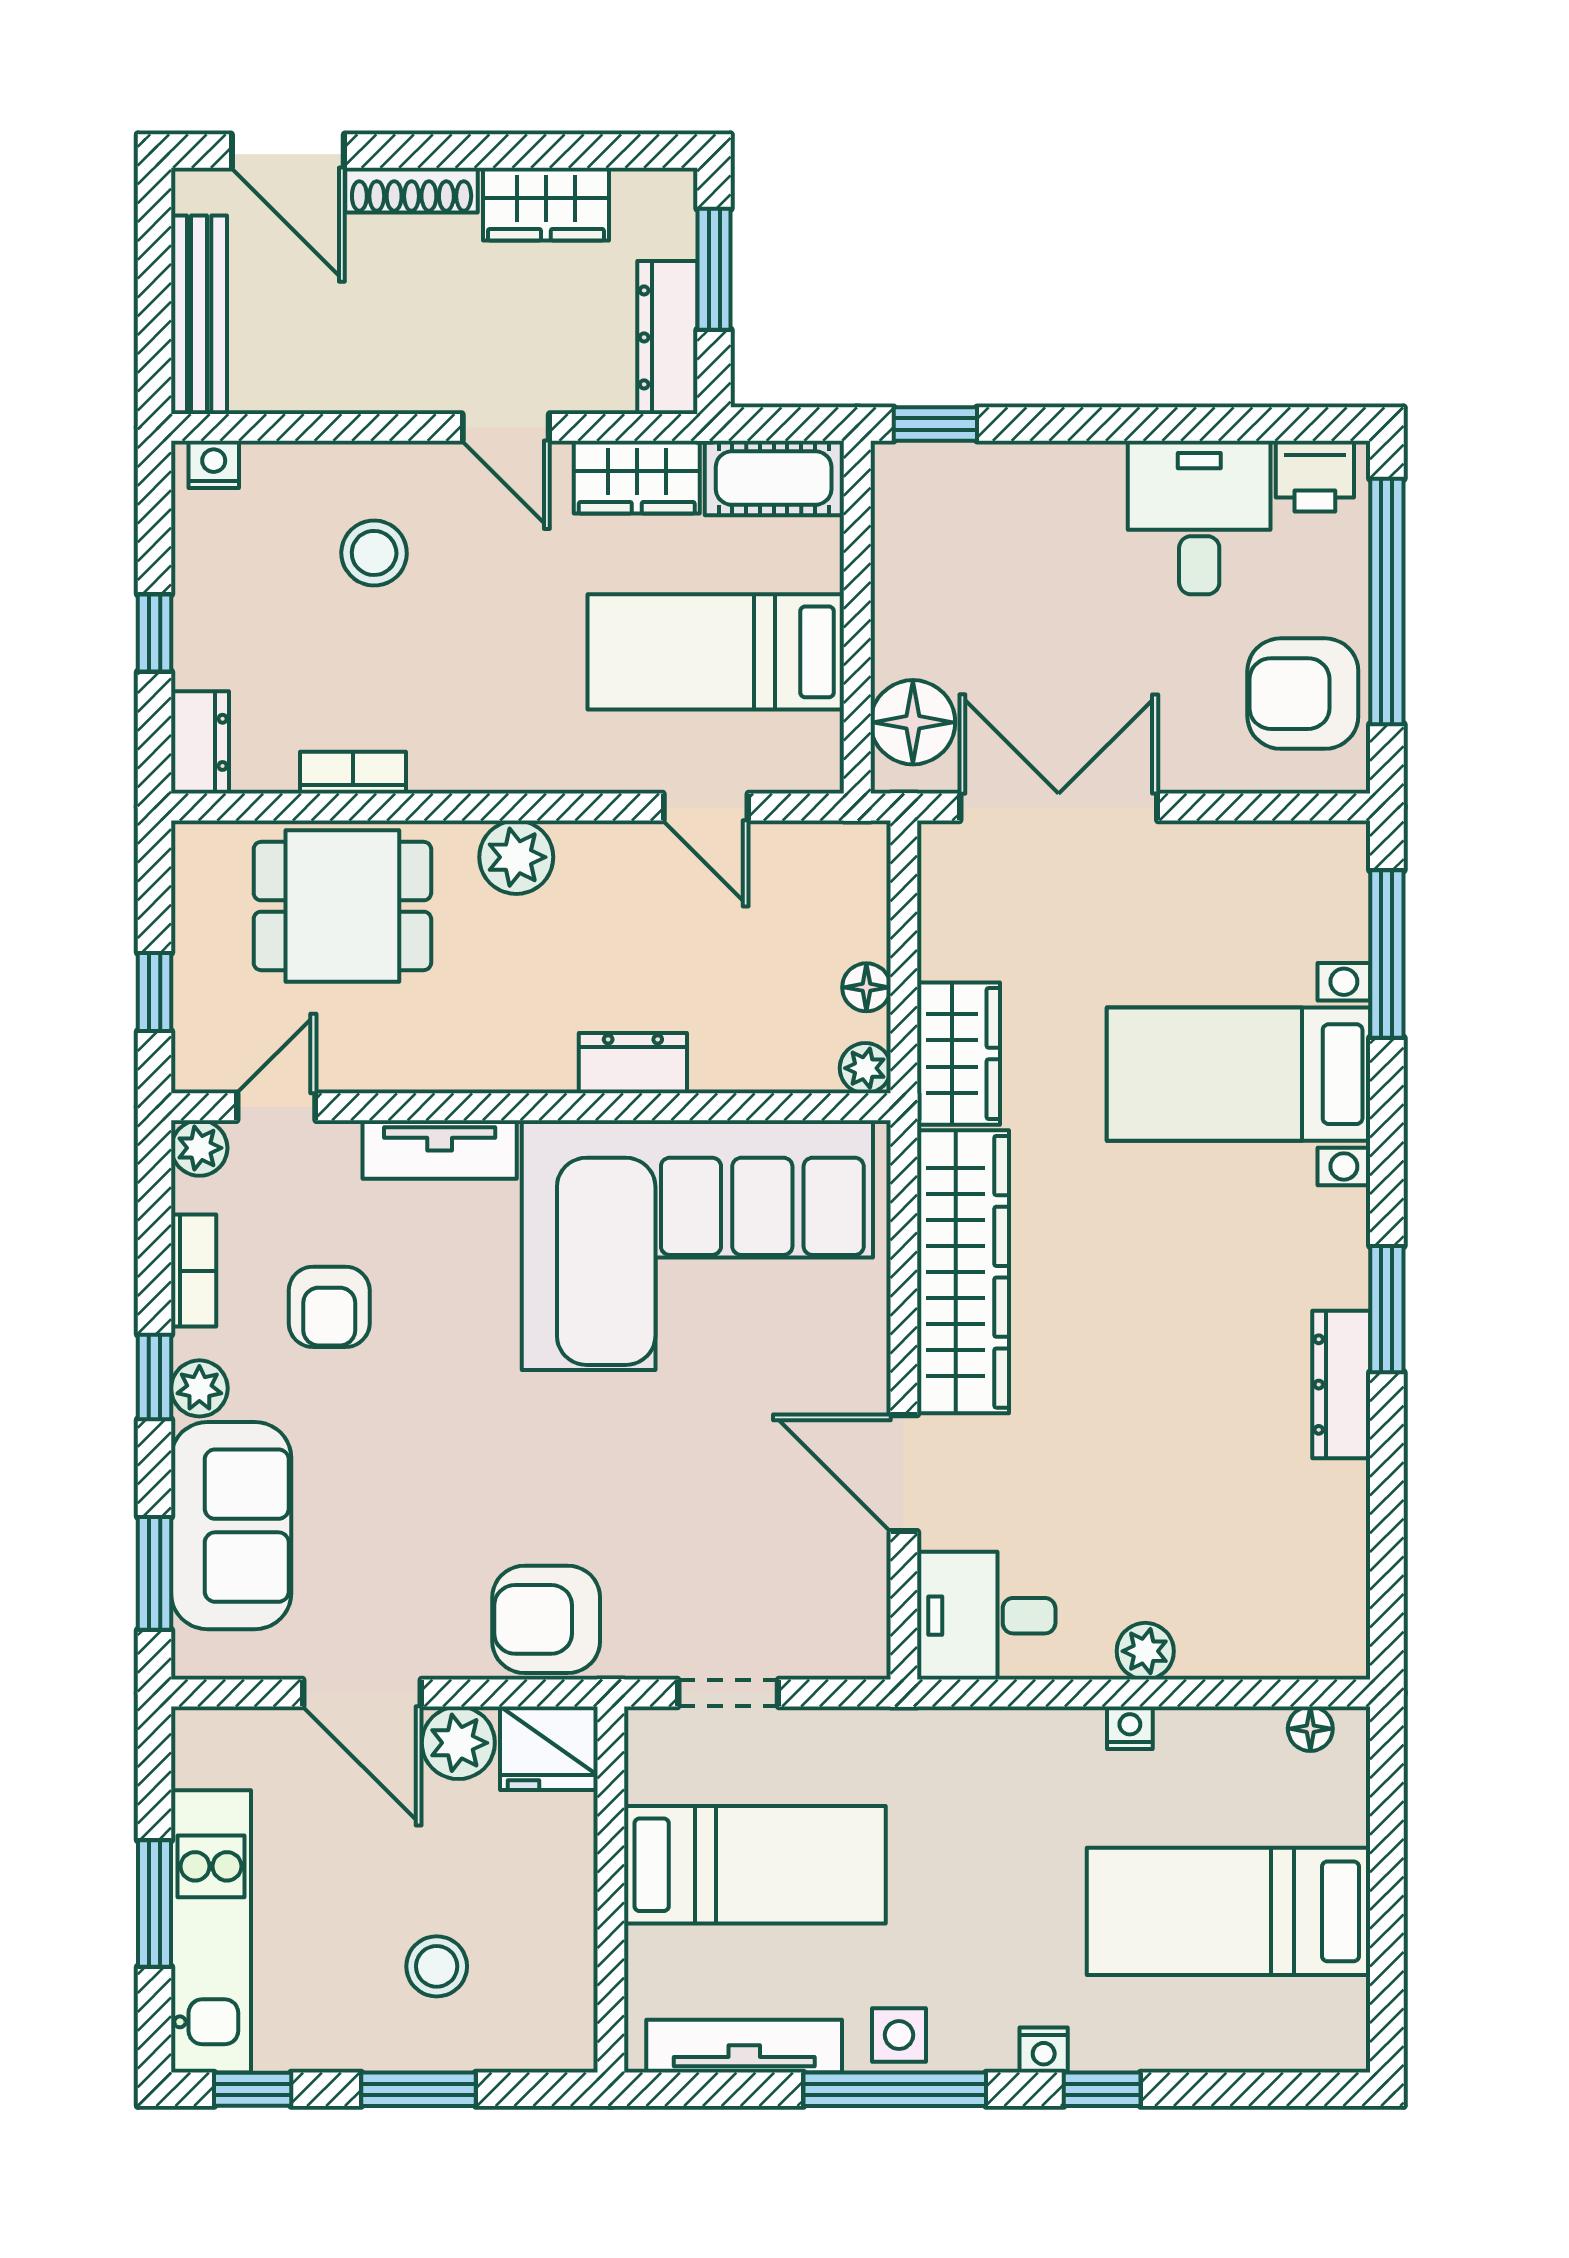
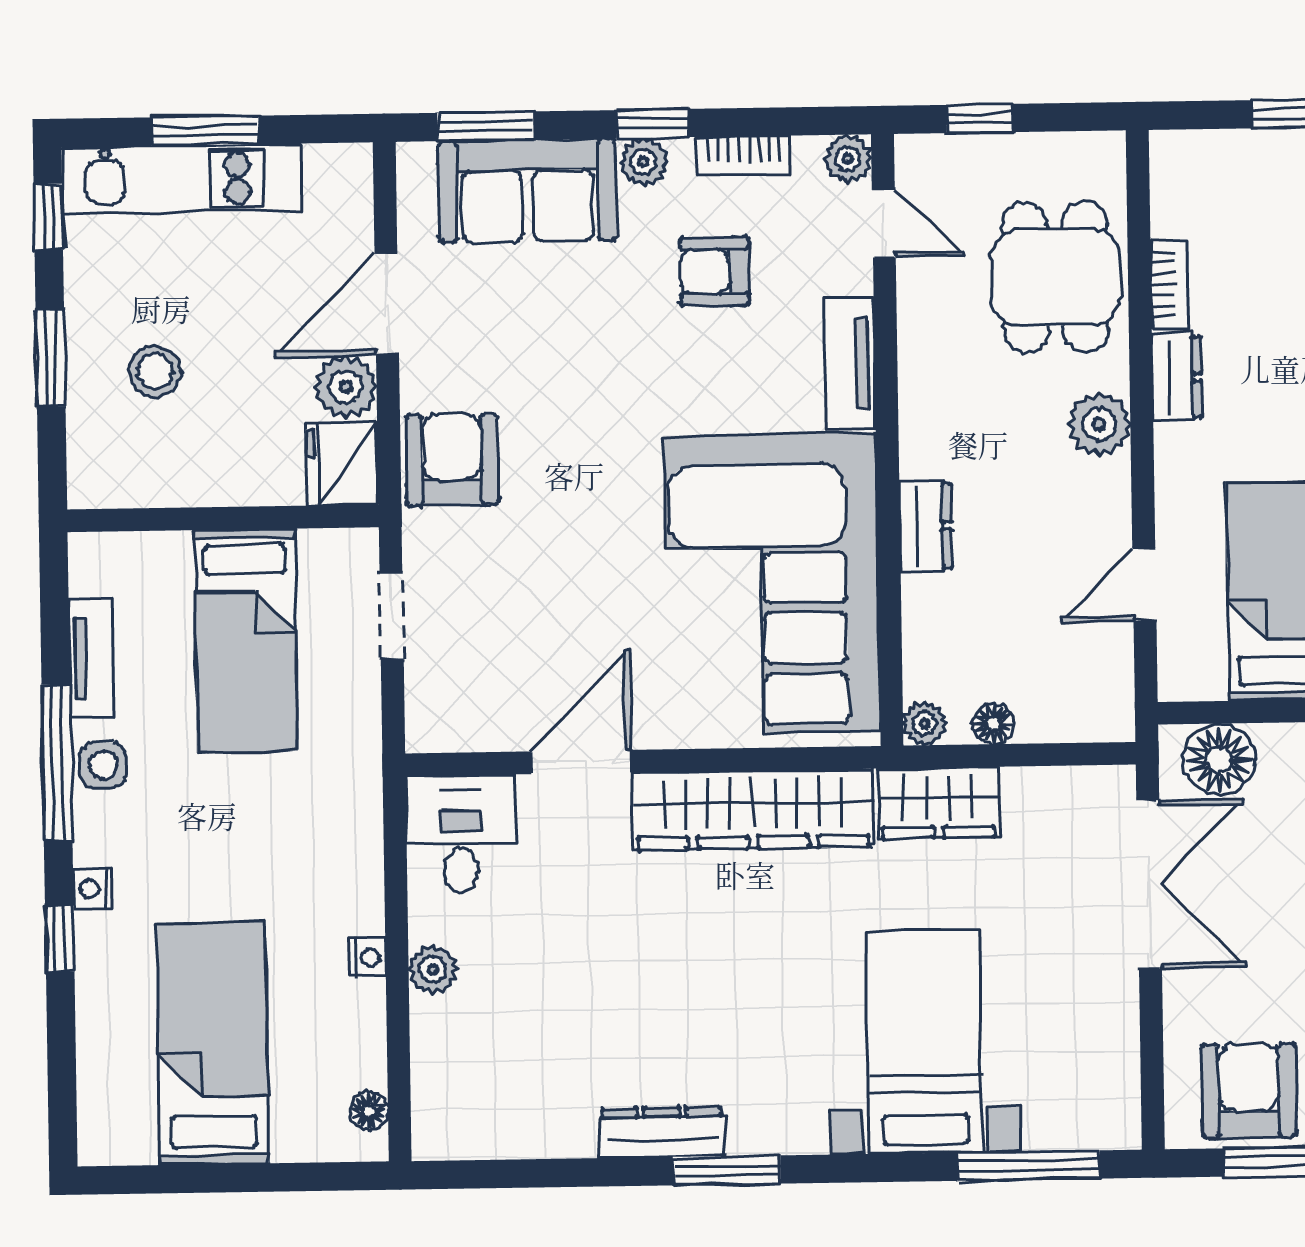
dresser: (200, 742) -> (1177, 377), moved, turned -90
tv unit: (744, 2046) -> (92, 658), width x0.71

